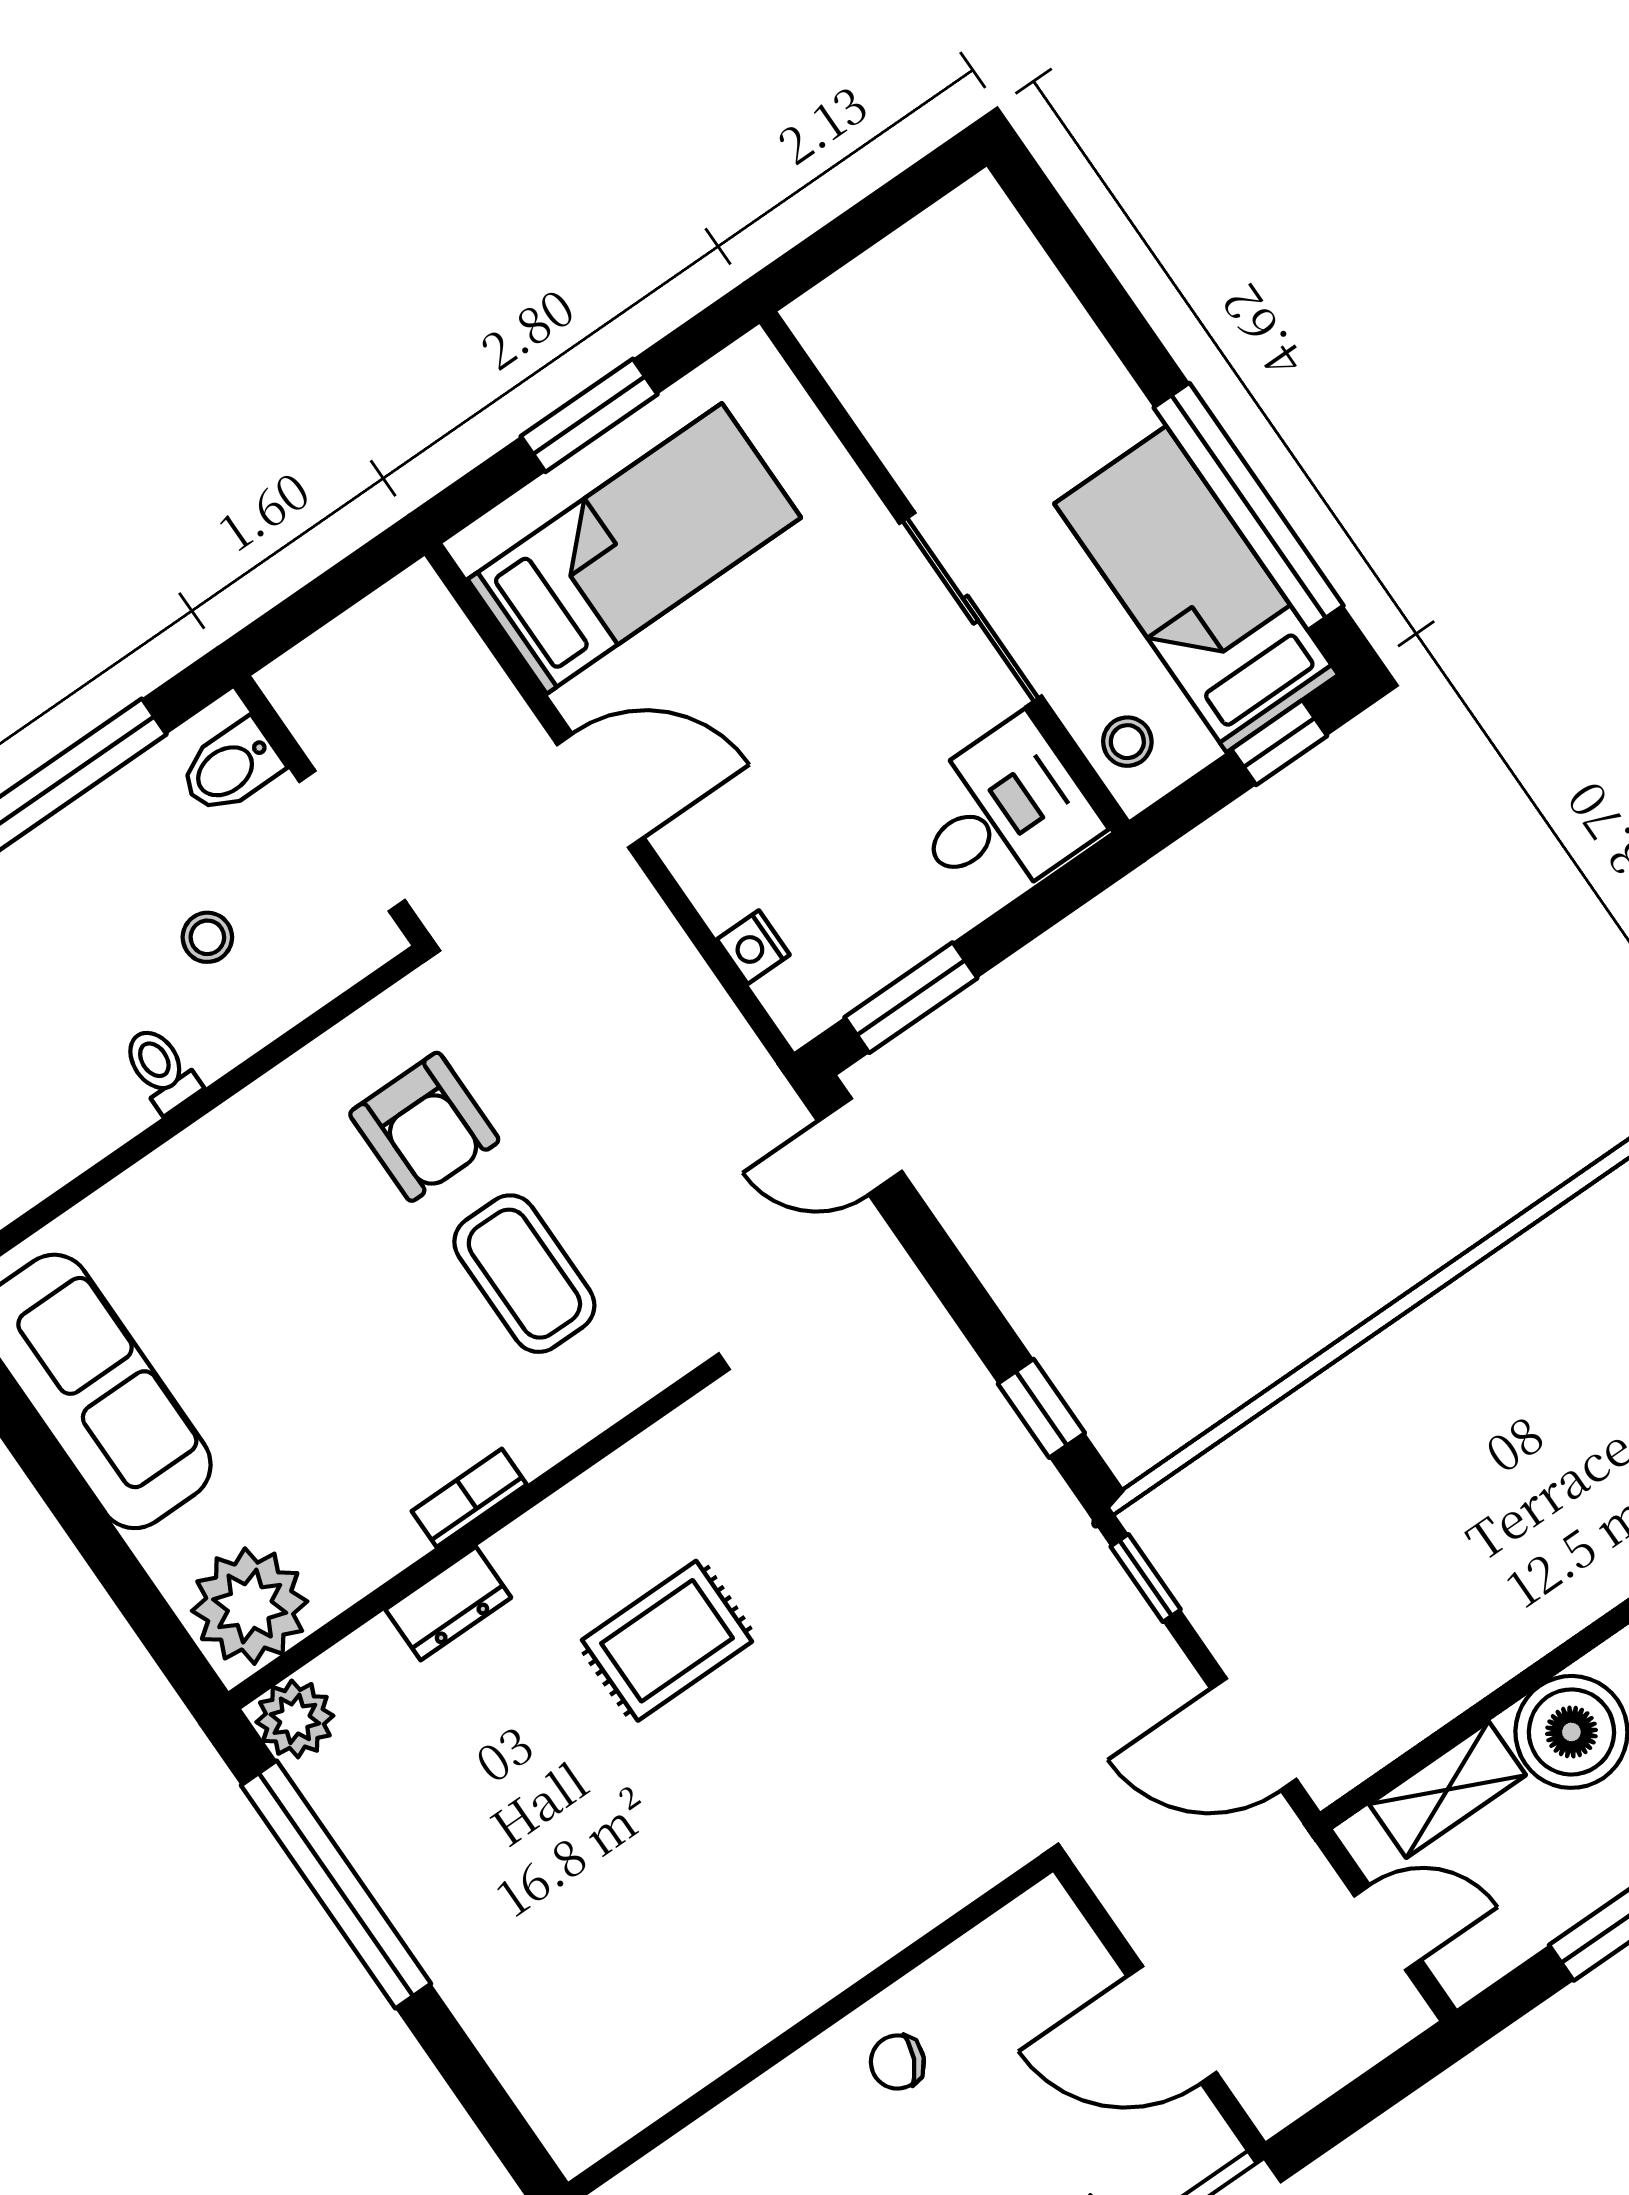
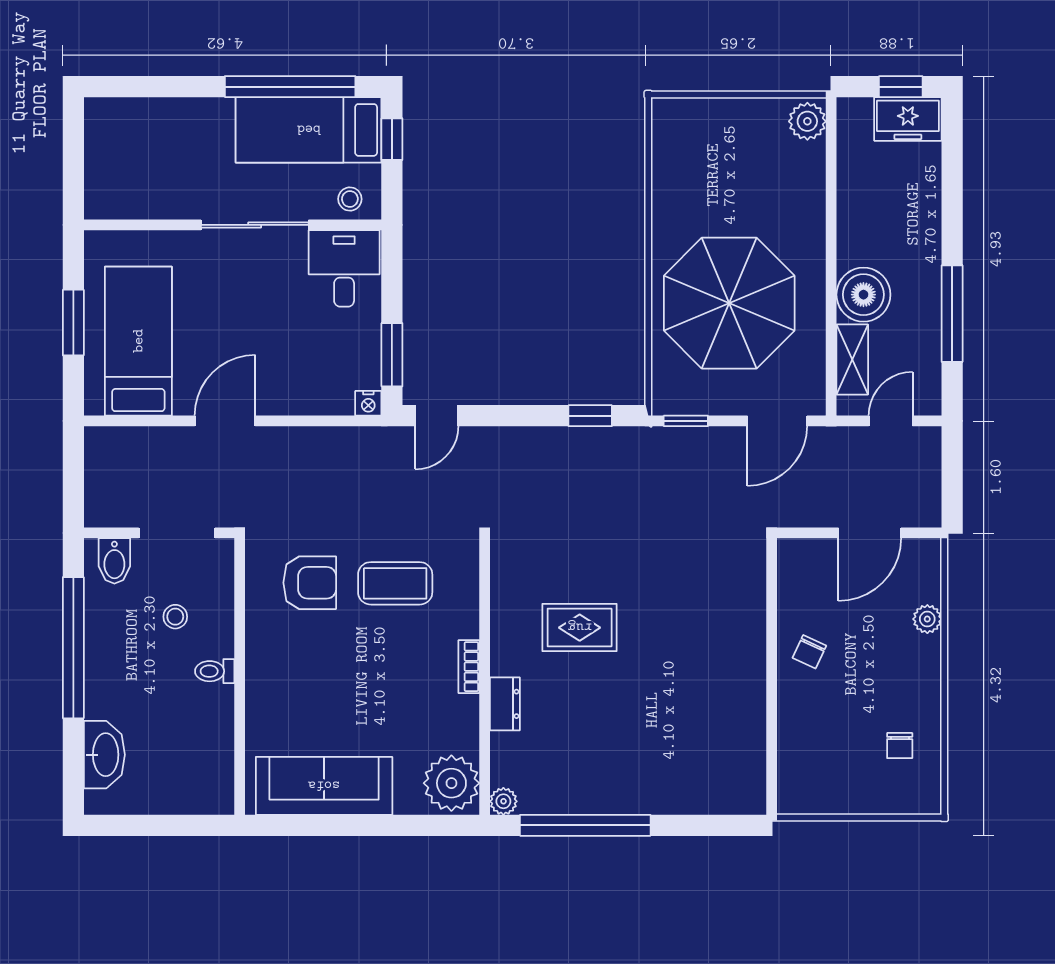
nightstand: (753, 947) -> (368, 403), moved
parasol: (1398, 1513) -> (729, 303), added
rug: (667, 1641) -> (580, 628), turned 90
plant: (295, 1719) -> (503, 801), width x0.73, depth x0.73

